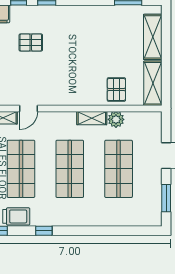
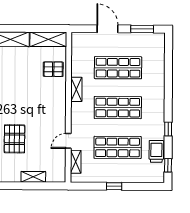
pallet: (31, 42) -> (14, 139), width x1.50, depth x1.42
door: (29, 108) -> (68, 141), swing flipped
plant: (116, 119) -> (78, 70), removed

